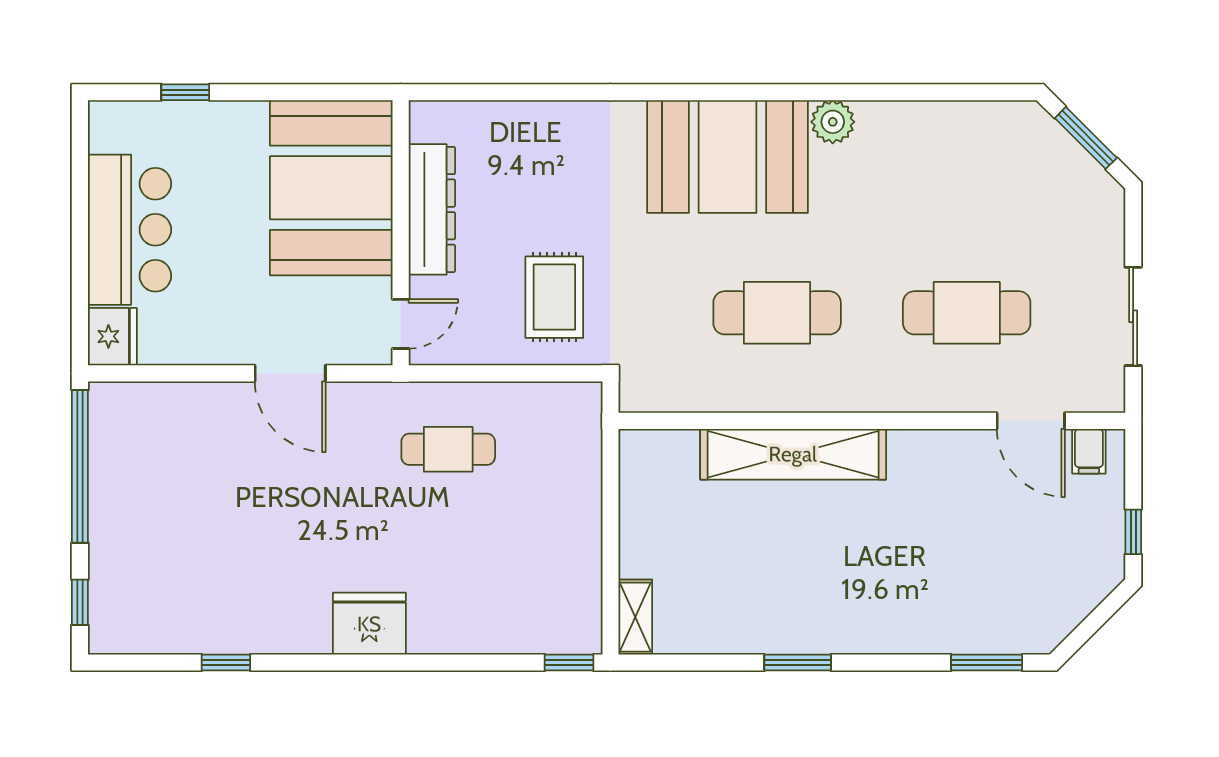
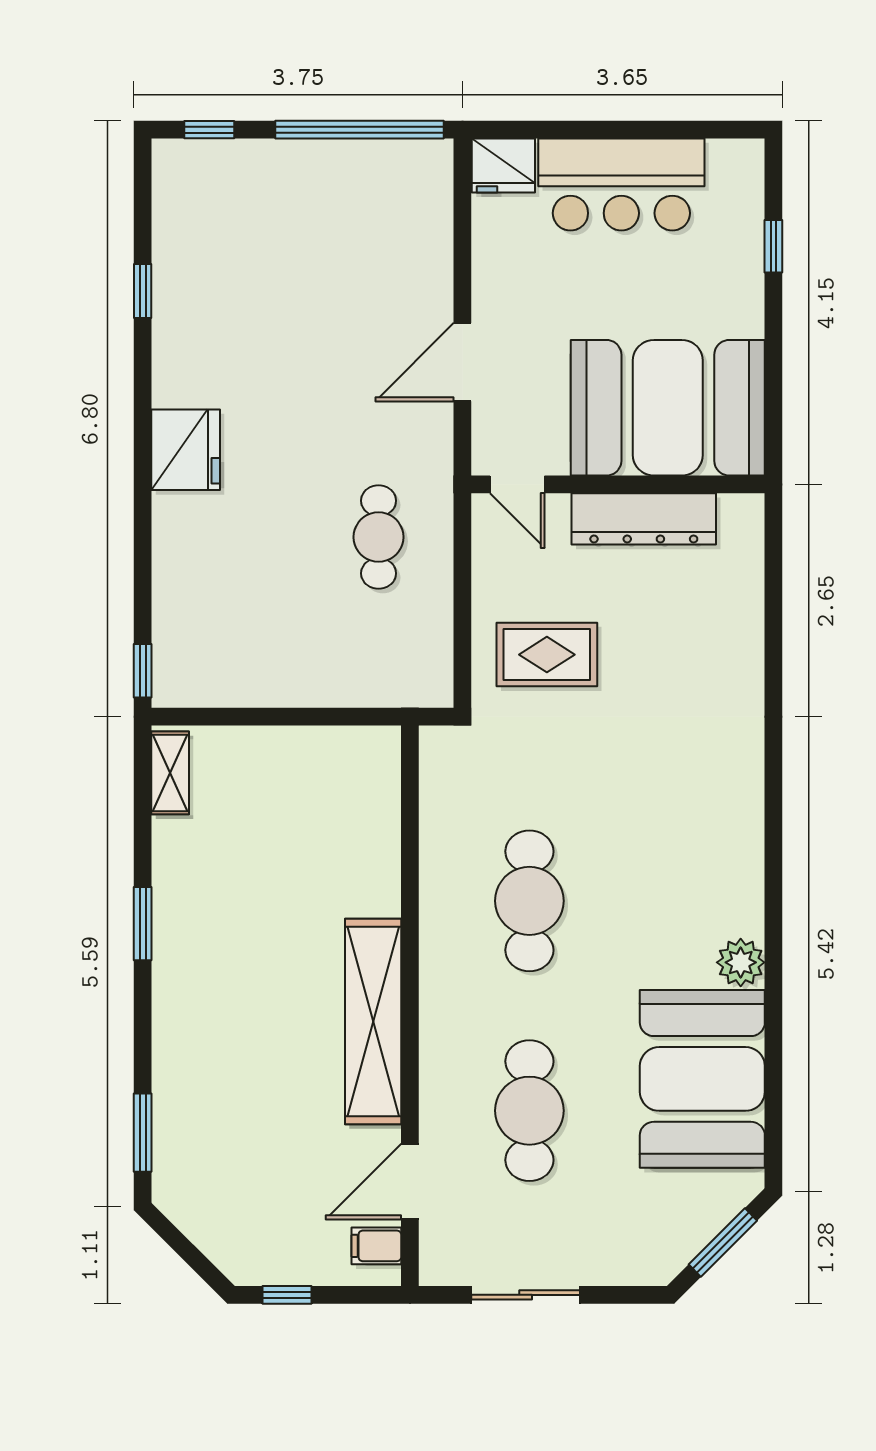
booth: (728, 157) -> (702, 1079), moved
shelving: (793, 454) -> (373, 1021), moved
shelving: (635, 617) -> (170, 773), moved, turned 90

